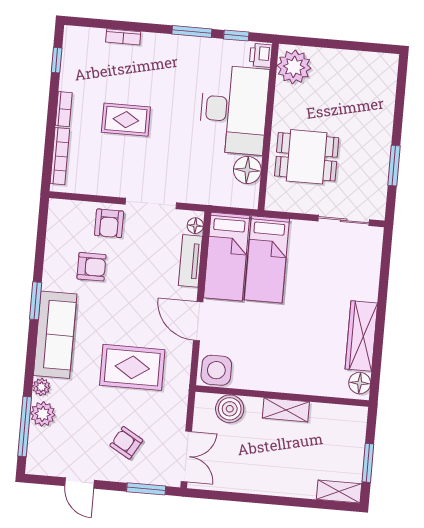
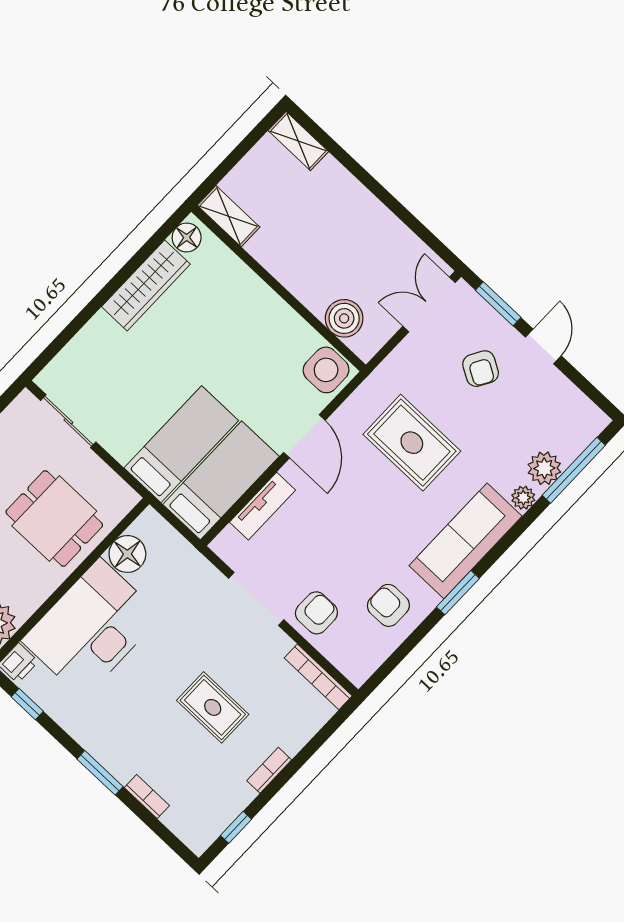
window: (192, 32) -> (100, 773), moved
bookcase: (60, 156) -> (318, 677), moved, turned -90
floor lamp: (195, 226) -> (228, 539), removed
armchair: (92, 267) -> (388, 605), moved
shelving: (286, 410) -> (229, 216), moved
window: (368, 463) -> (244, 147), removed
door: (80, 483) -> (543, 346), moved

